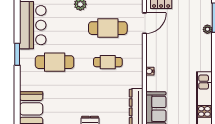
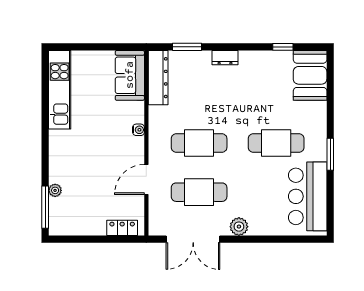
door: (144, 23) -> (146, 179), moved
cafe table: (108, 62) -> (199, 143), width x1.37, depth x1.35

